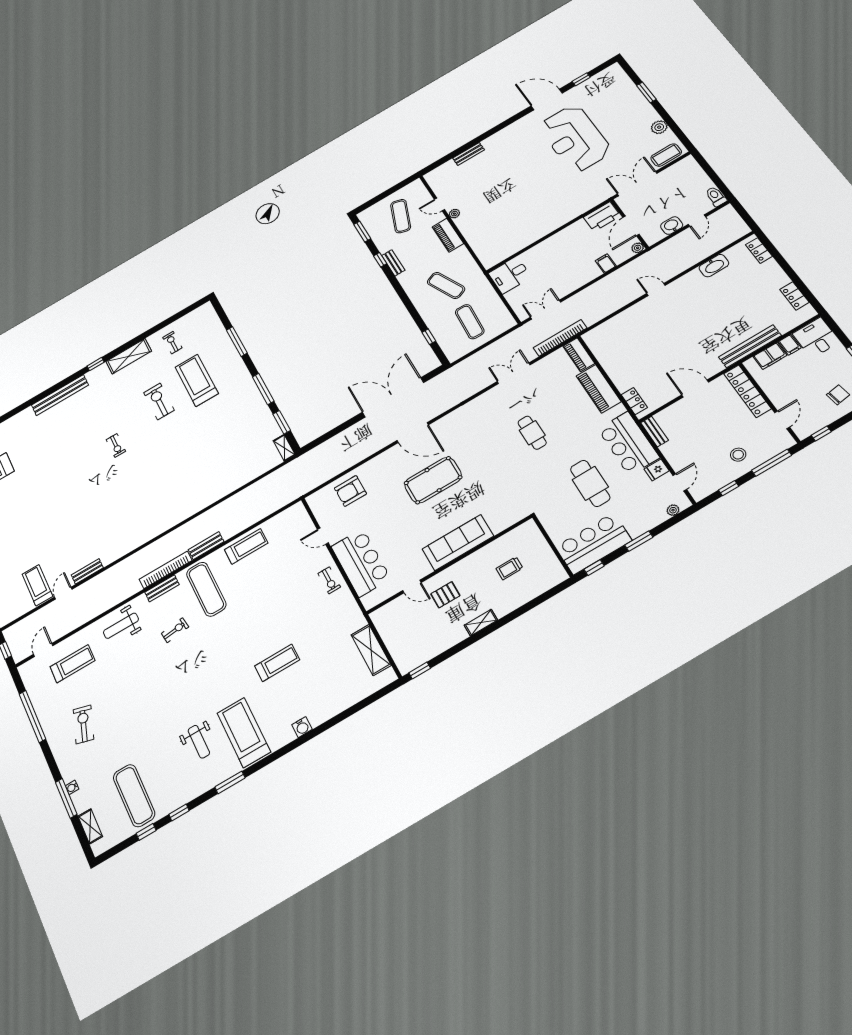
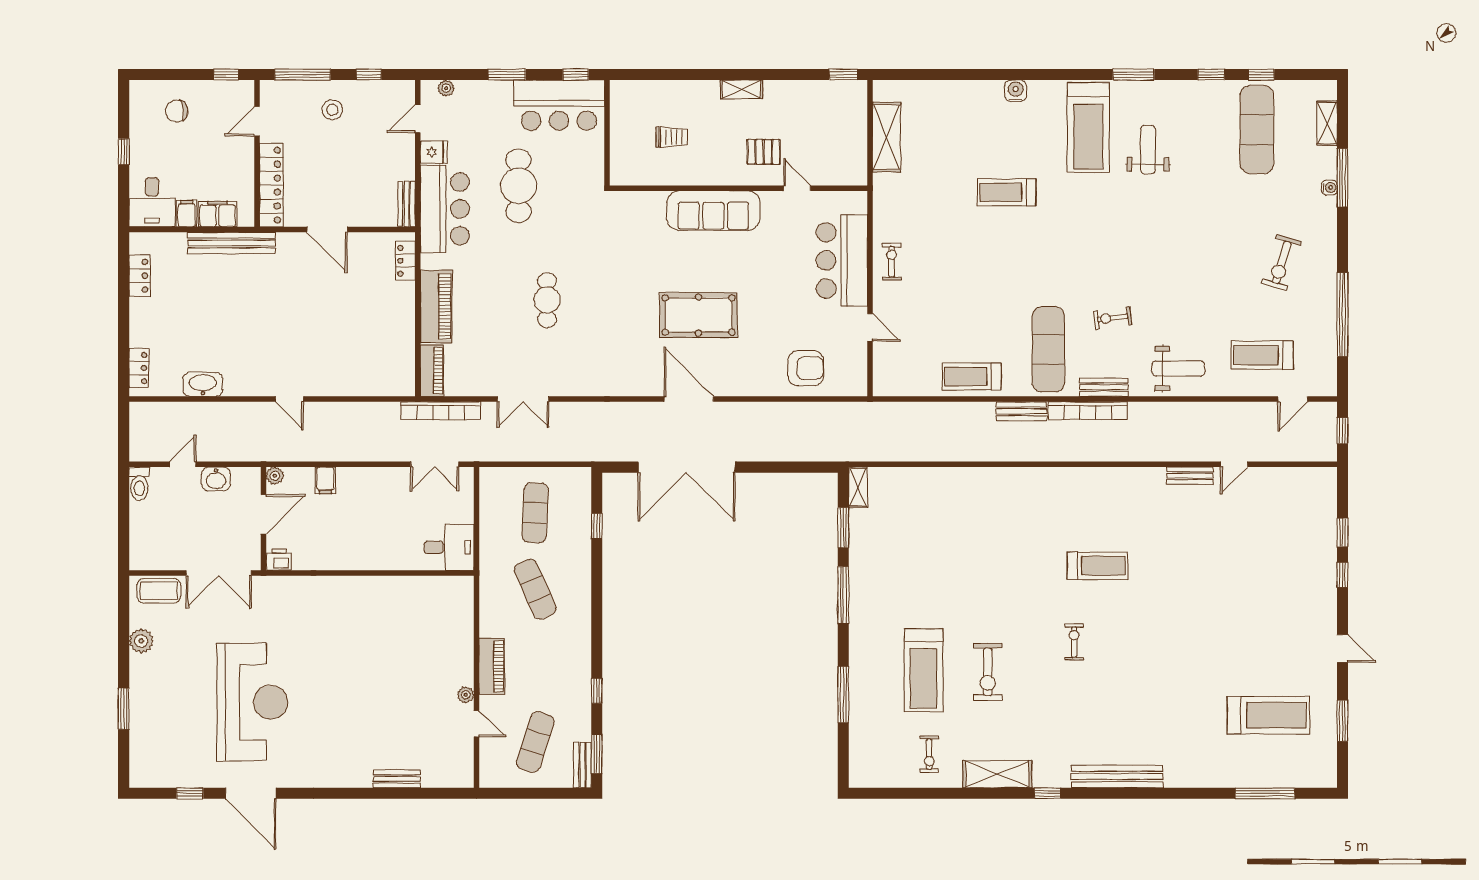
printer: (602, 217) -> (279, 559), width x0.53, depth x0.68
bench: (393, 263) -> (583, 765), moved
treadmill: (37, 585) -> (1097, 566), moved, turned -90

